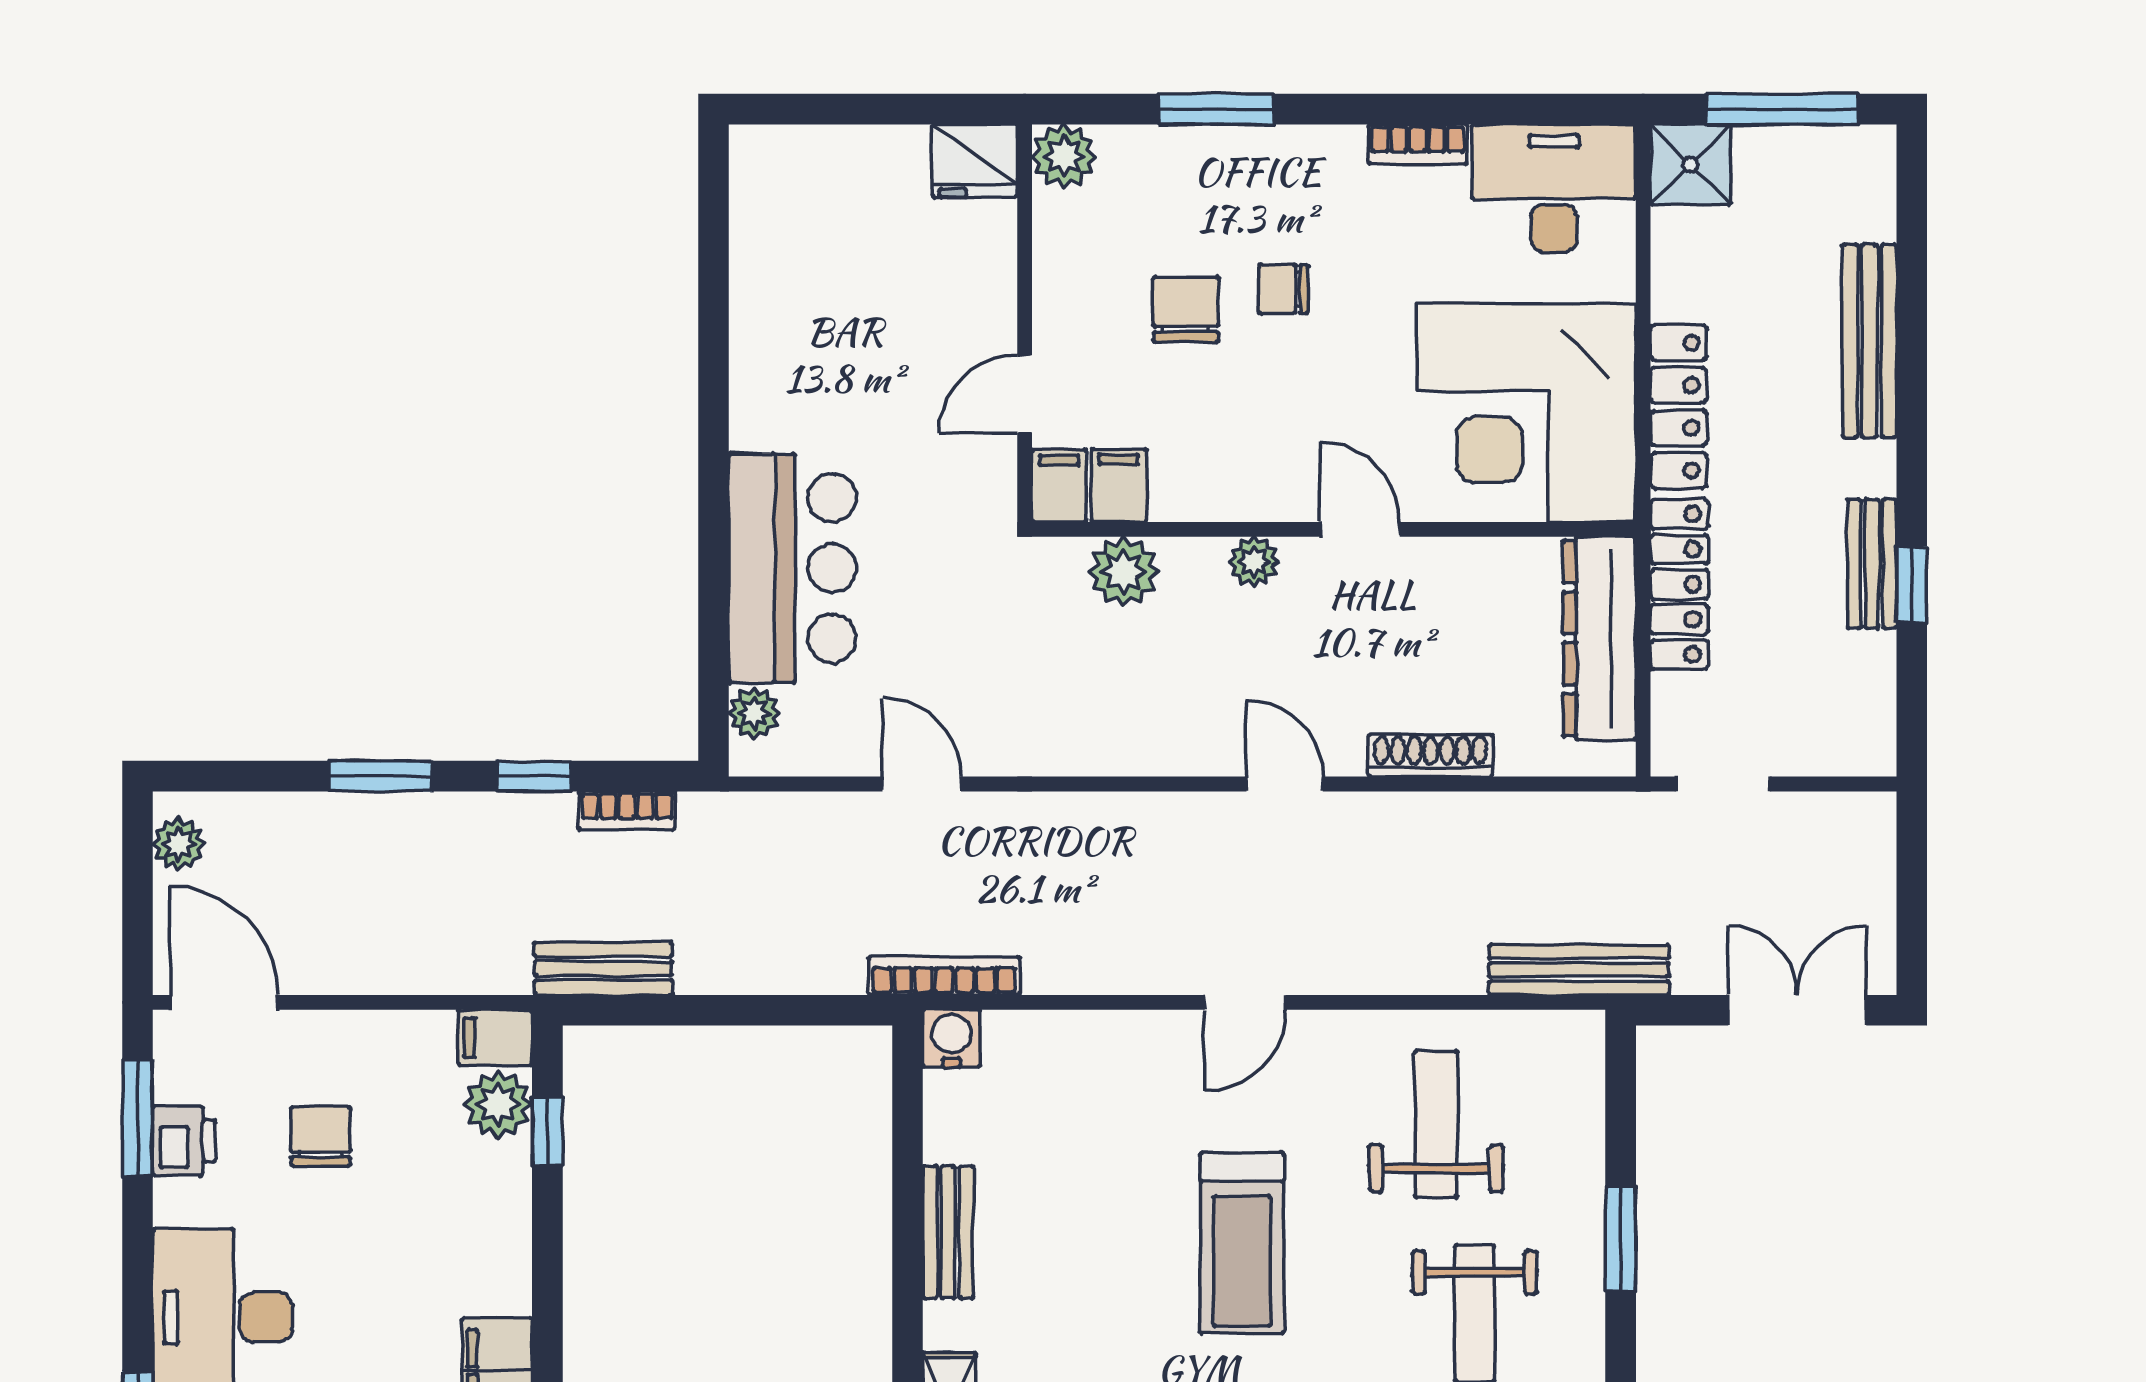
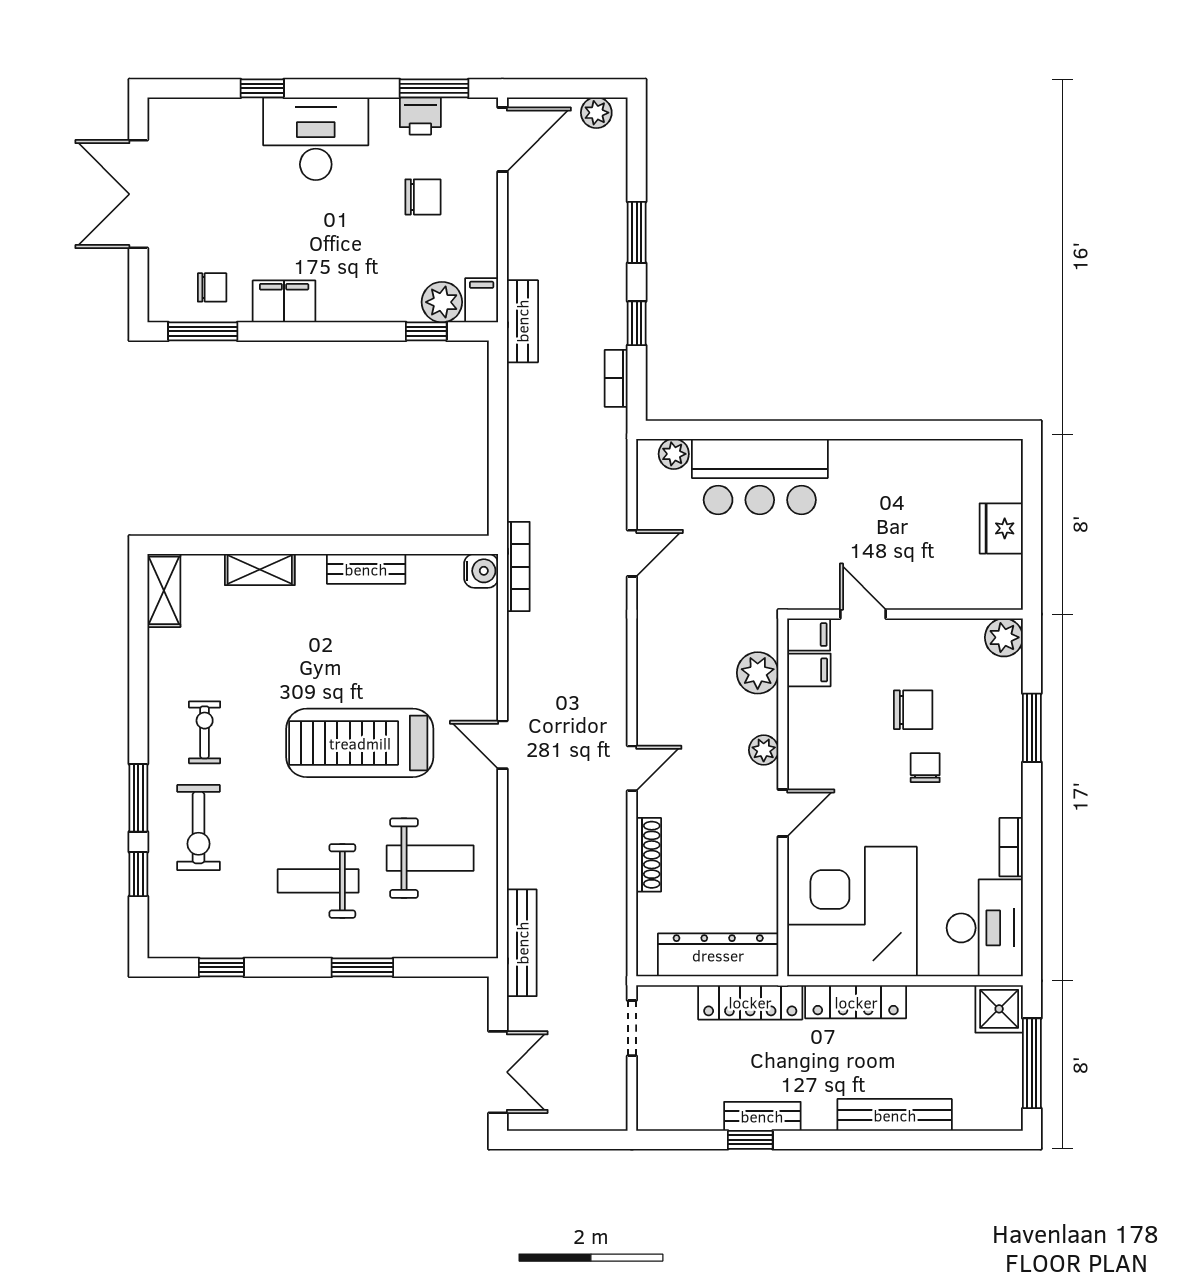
fridge: (975, 161) -> (1001, 528), moved
bench: (603, 969) -> (522, 321), moved
treadmill: (1242, 1243) -> (360, 743), width x1.37, depth x1.38

